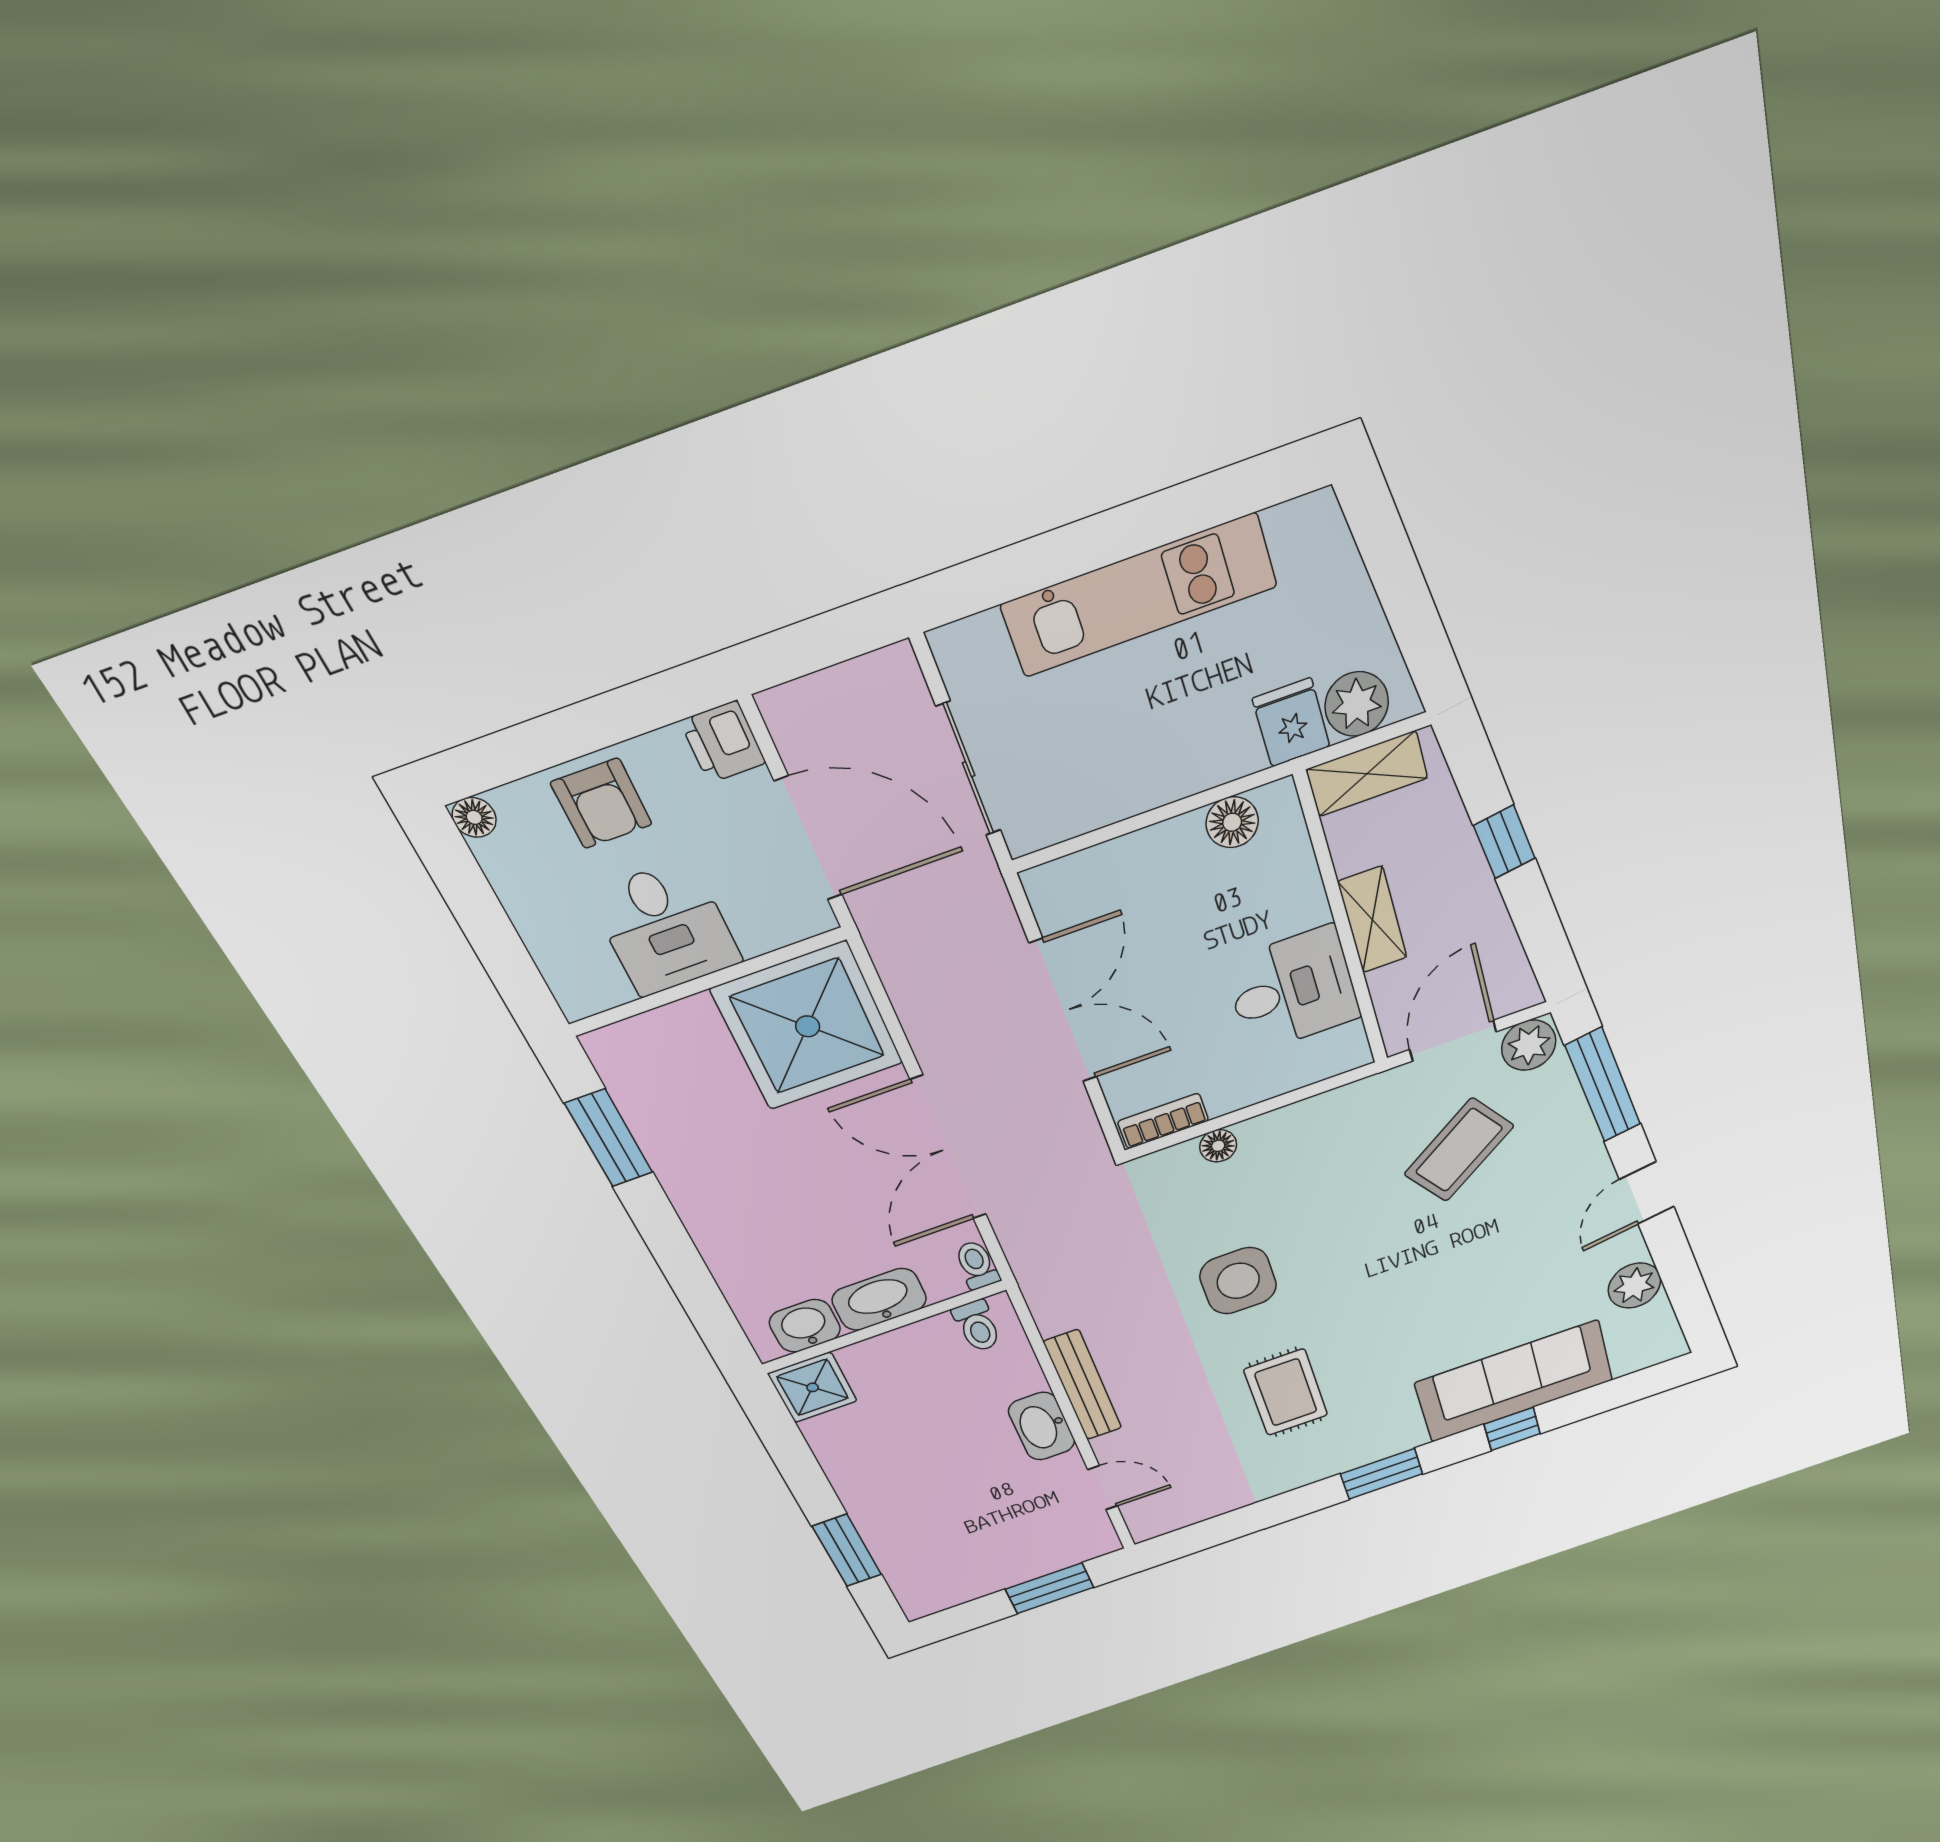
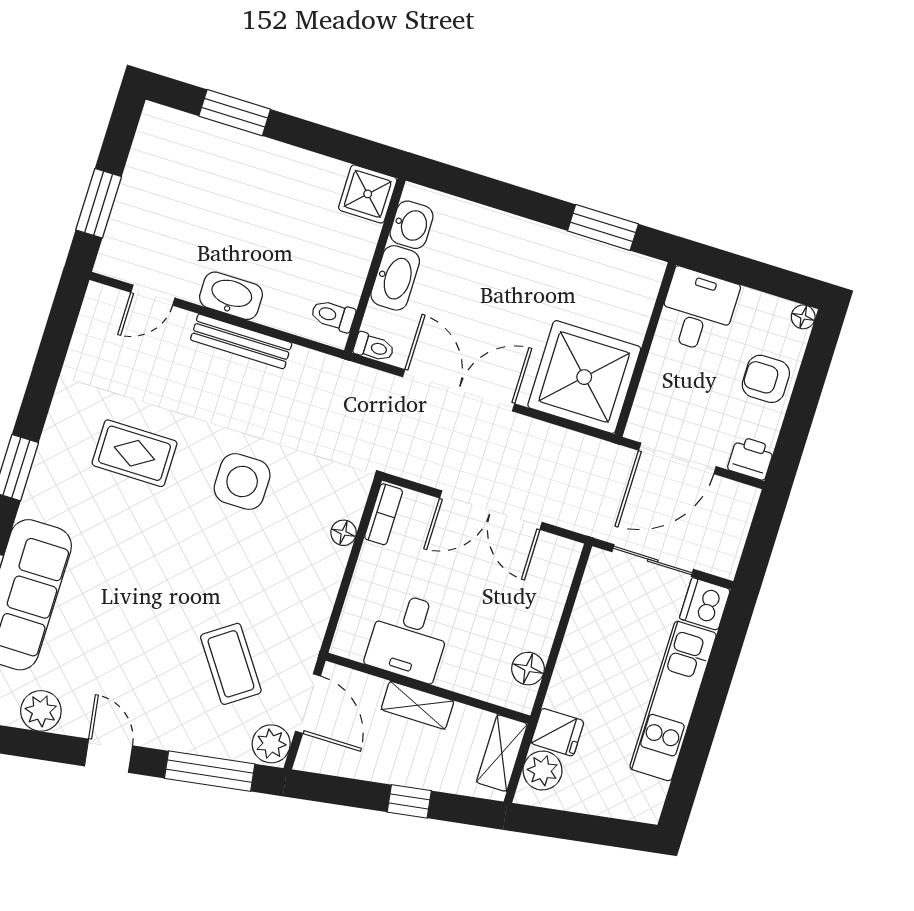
dishwasher: (971, 653) -> (705, 604), added
desk: (666, 928) -> (698, 310), moved, turned 90

